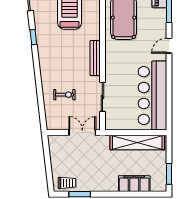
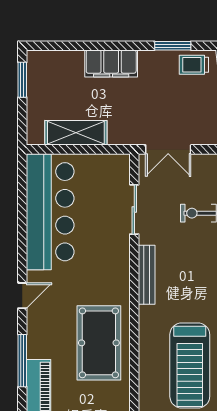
shelving: (137, 142) -> (76, 133), width x0.68
filing cabinet: (134, 184) -> (111, 63), moved

